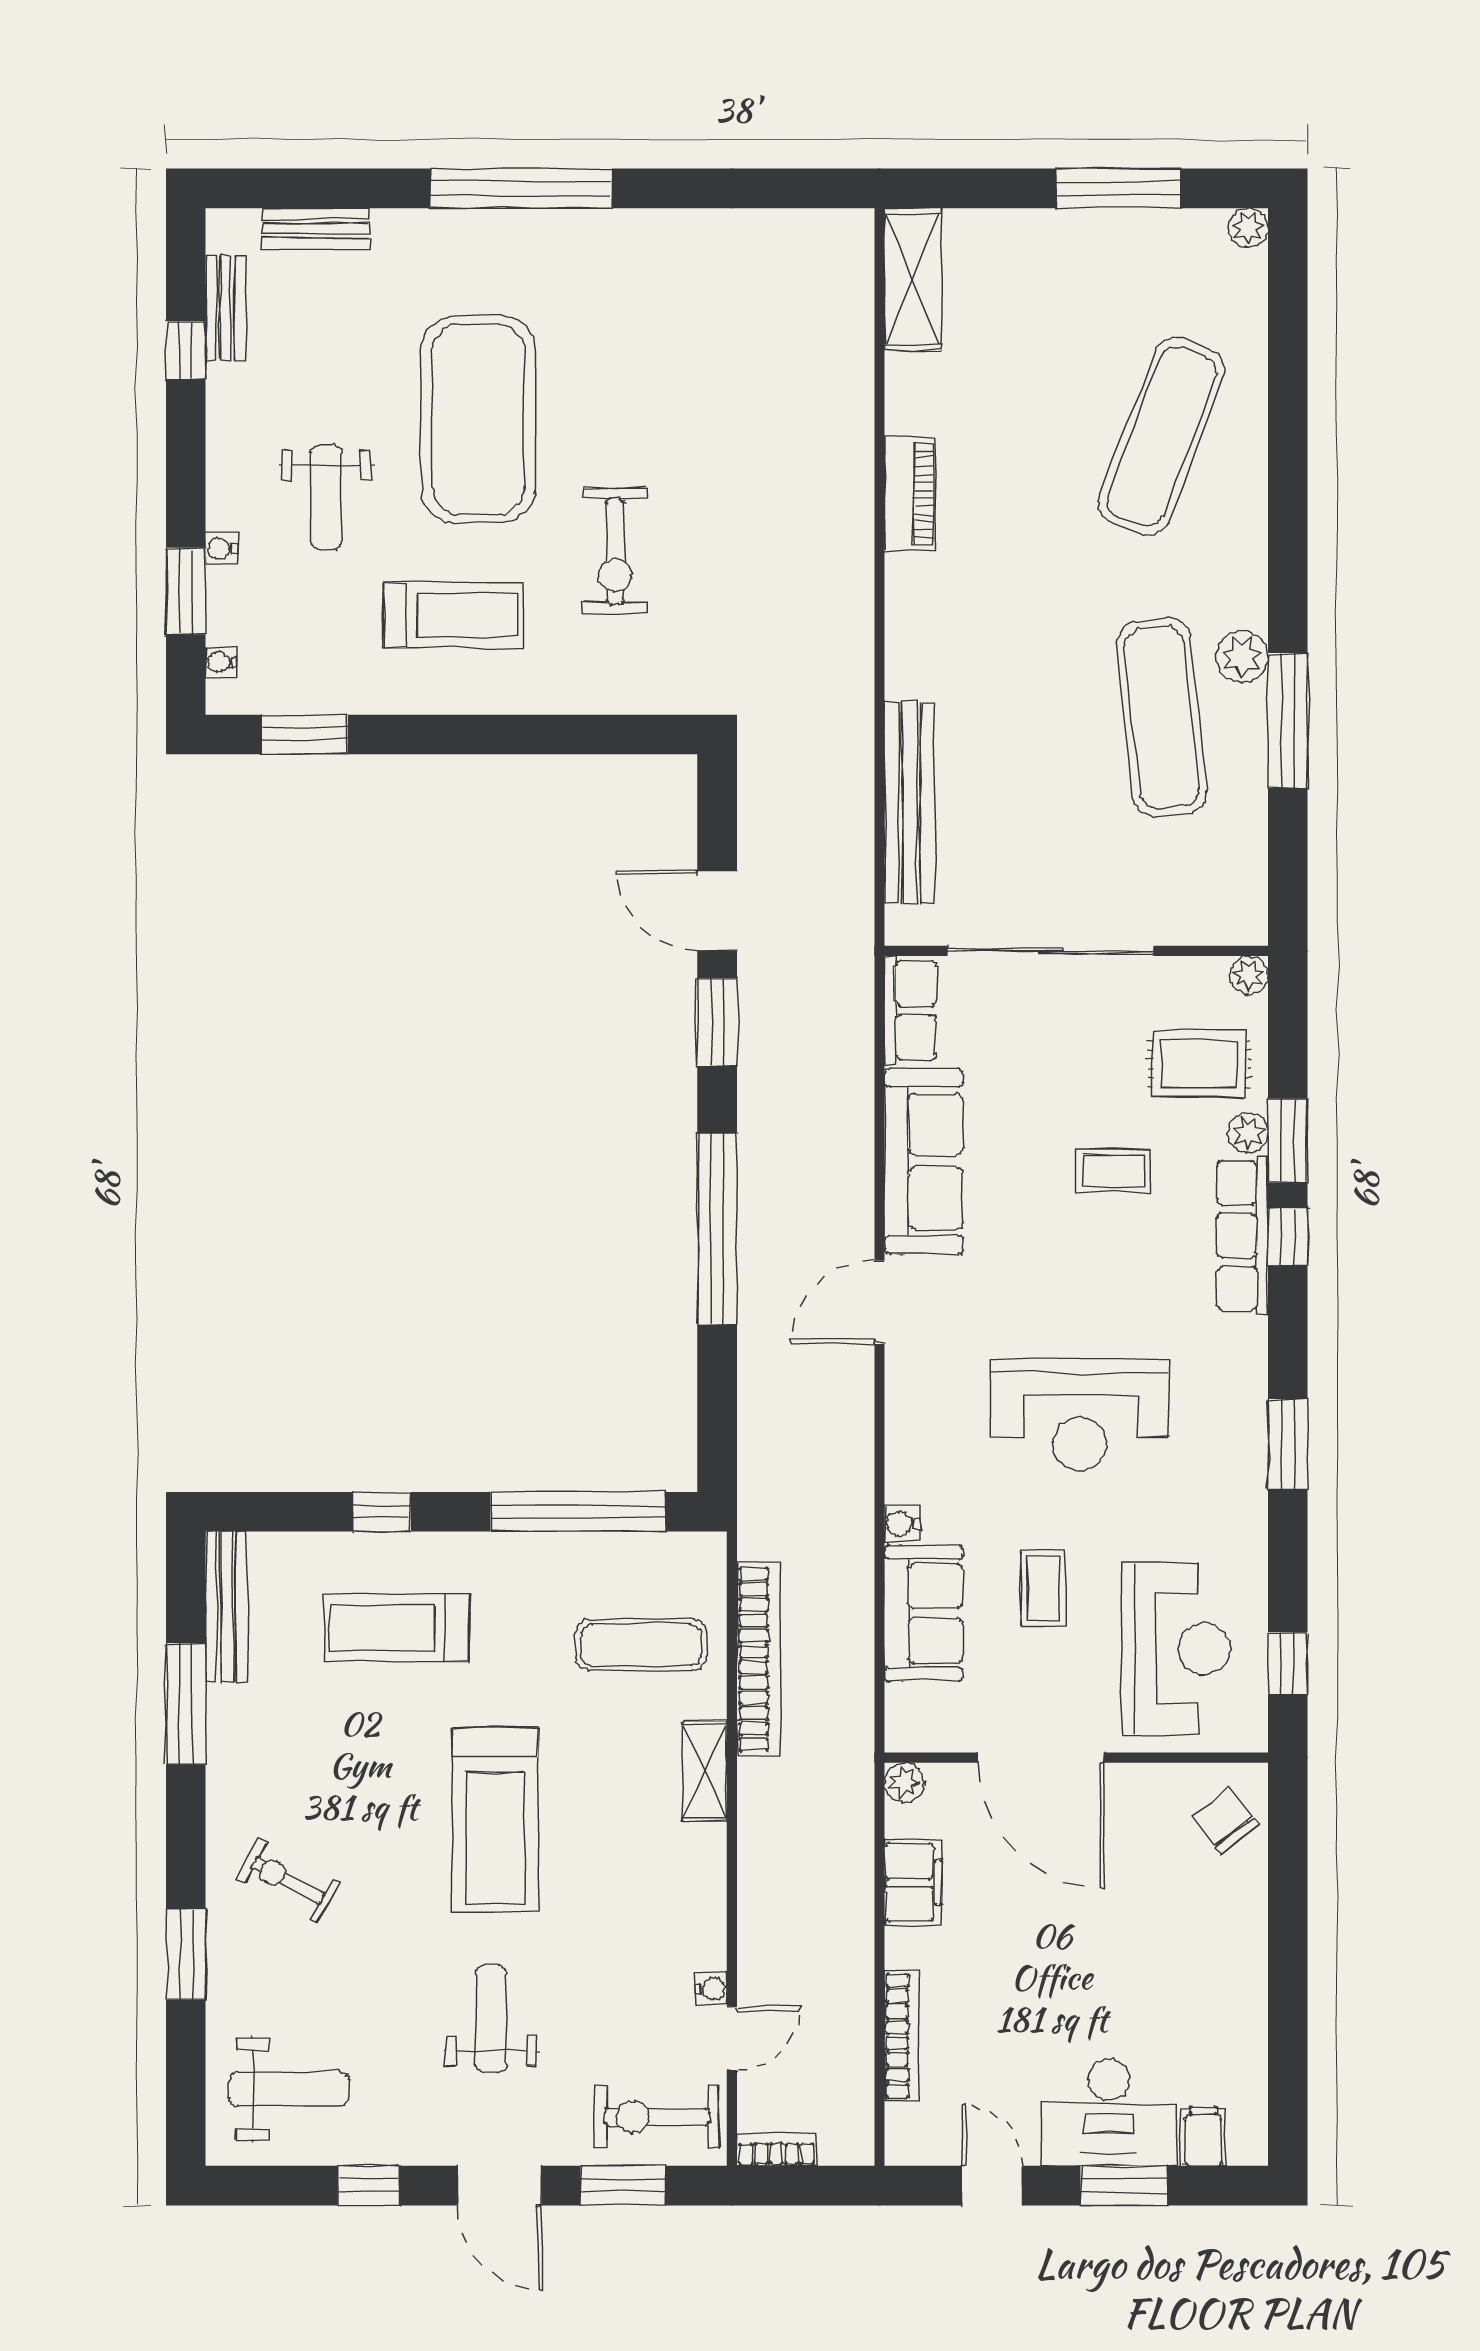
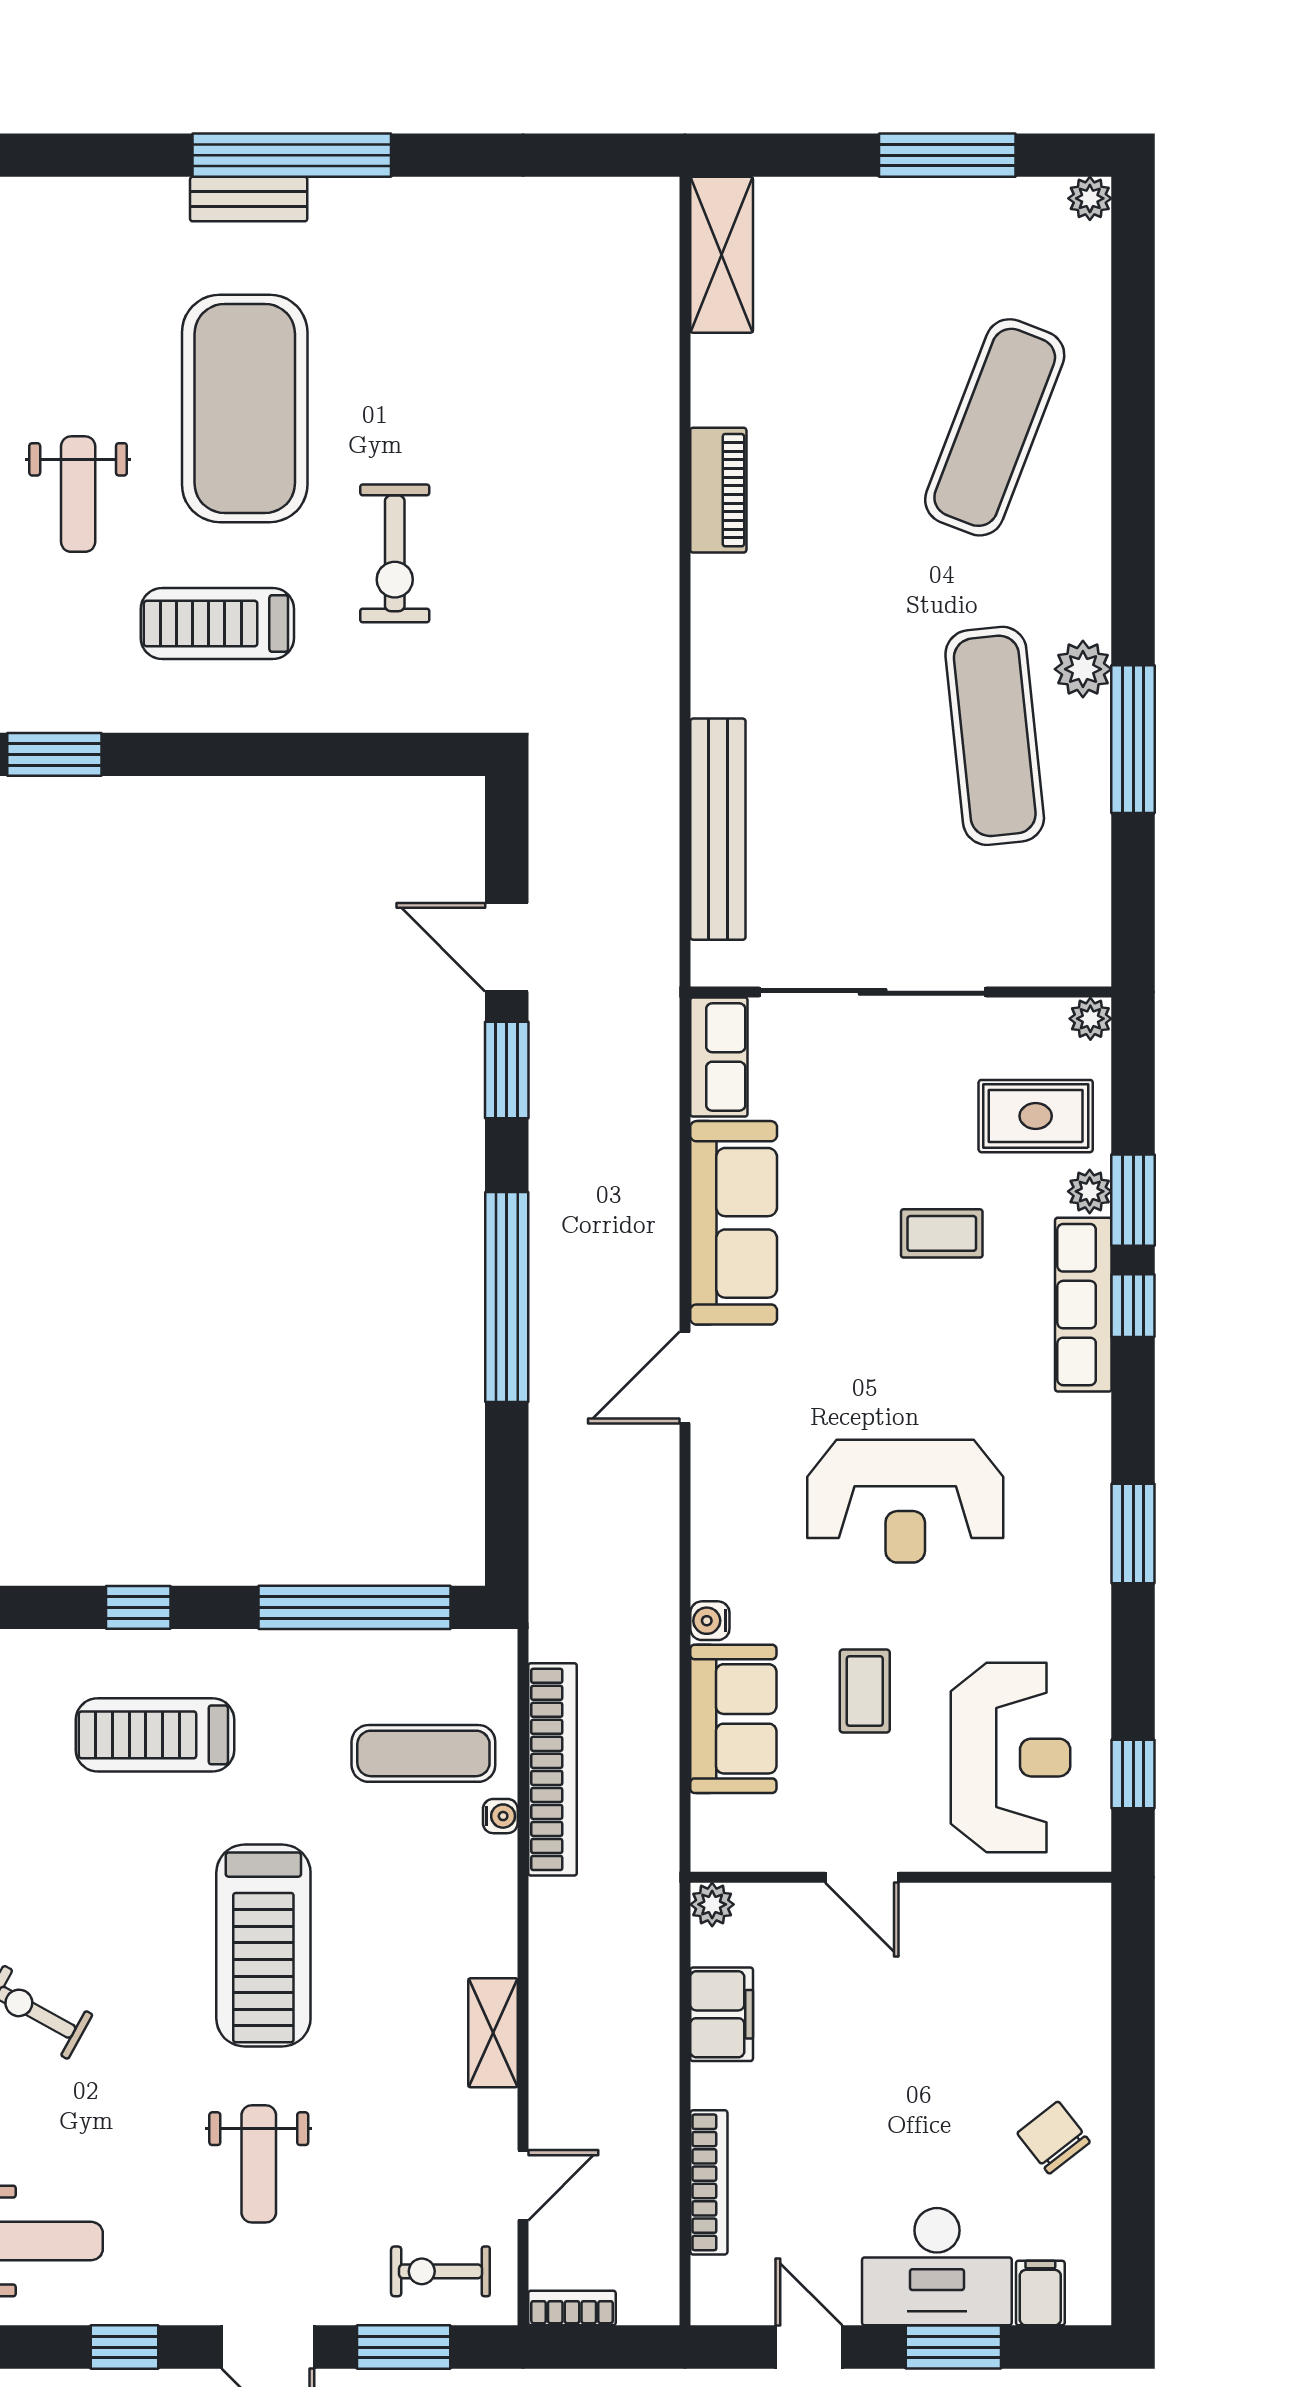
bench: (316, 228) -> (249, 199), moved
treadmill: (453, 615) -> (217, 624), turned 180
door: (1041, 1758) -> (862, 1877), width x0.53
shelving: (705, 1771) -> (493, 2033), moved
chair: (1225, 1820) -> (1054, 2138), moved
water cooler: (711, 1989) -> (500, 1816), moved
weight bench: (491, 2019) -> (259, 2164), turned 180
exercise bike: (657, 2117) -> (440, 2271), width x0.73, depth x0.72

